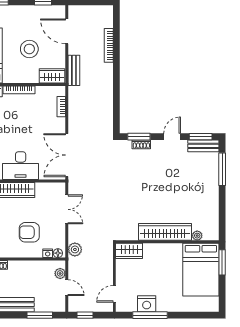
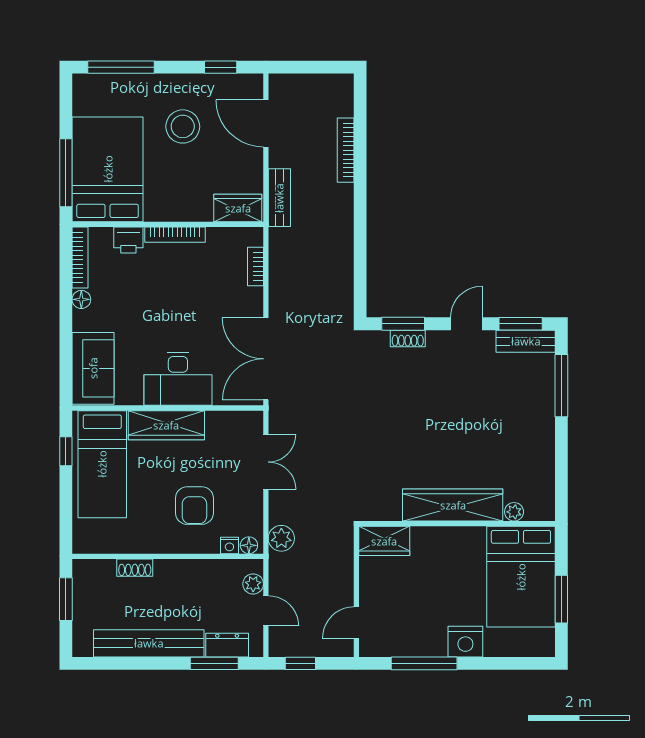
stool: (29, 49) -> (183, 126), moved
armchair: (29, 232) -> (194, 506), turned -90
window: (222, 262) -> (561, 599), moved
nightstand: (147, 304) -> (465, 642), moved
dresser: (46, 306) -> (227, 645), added

